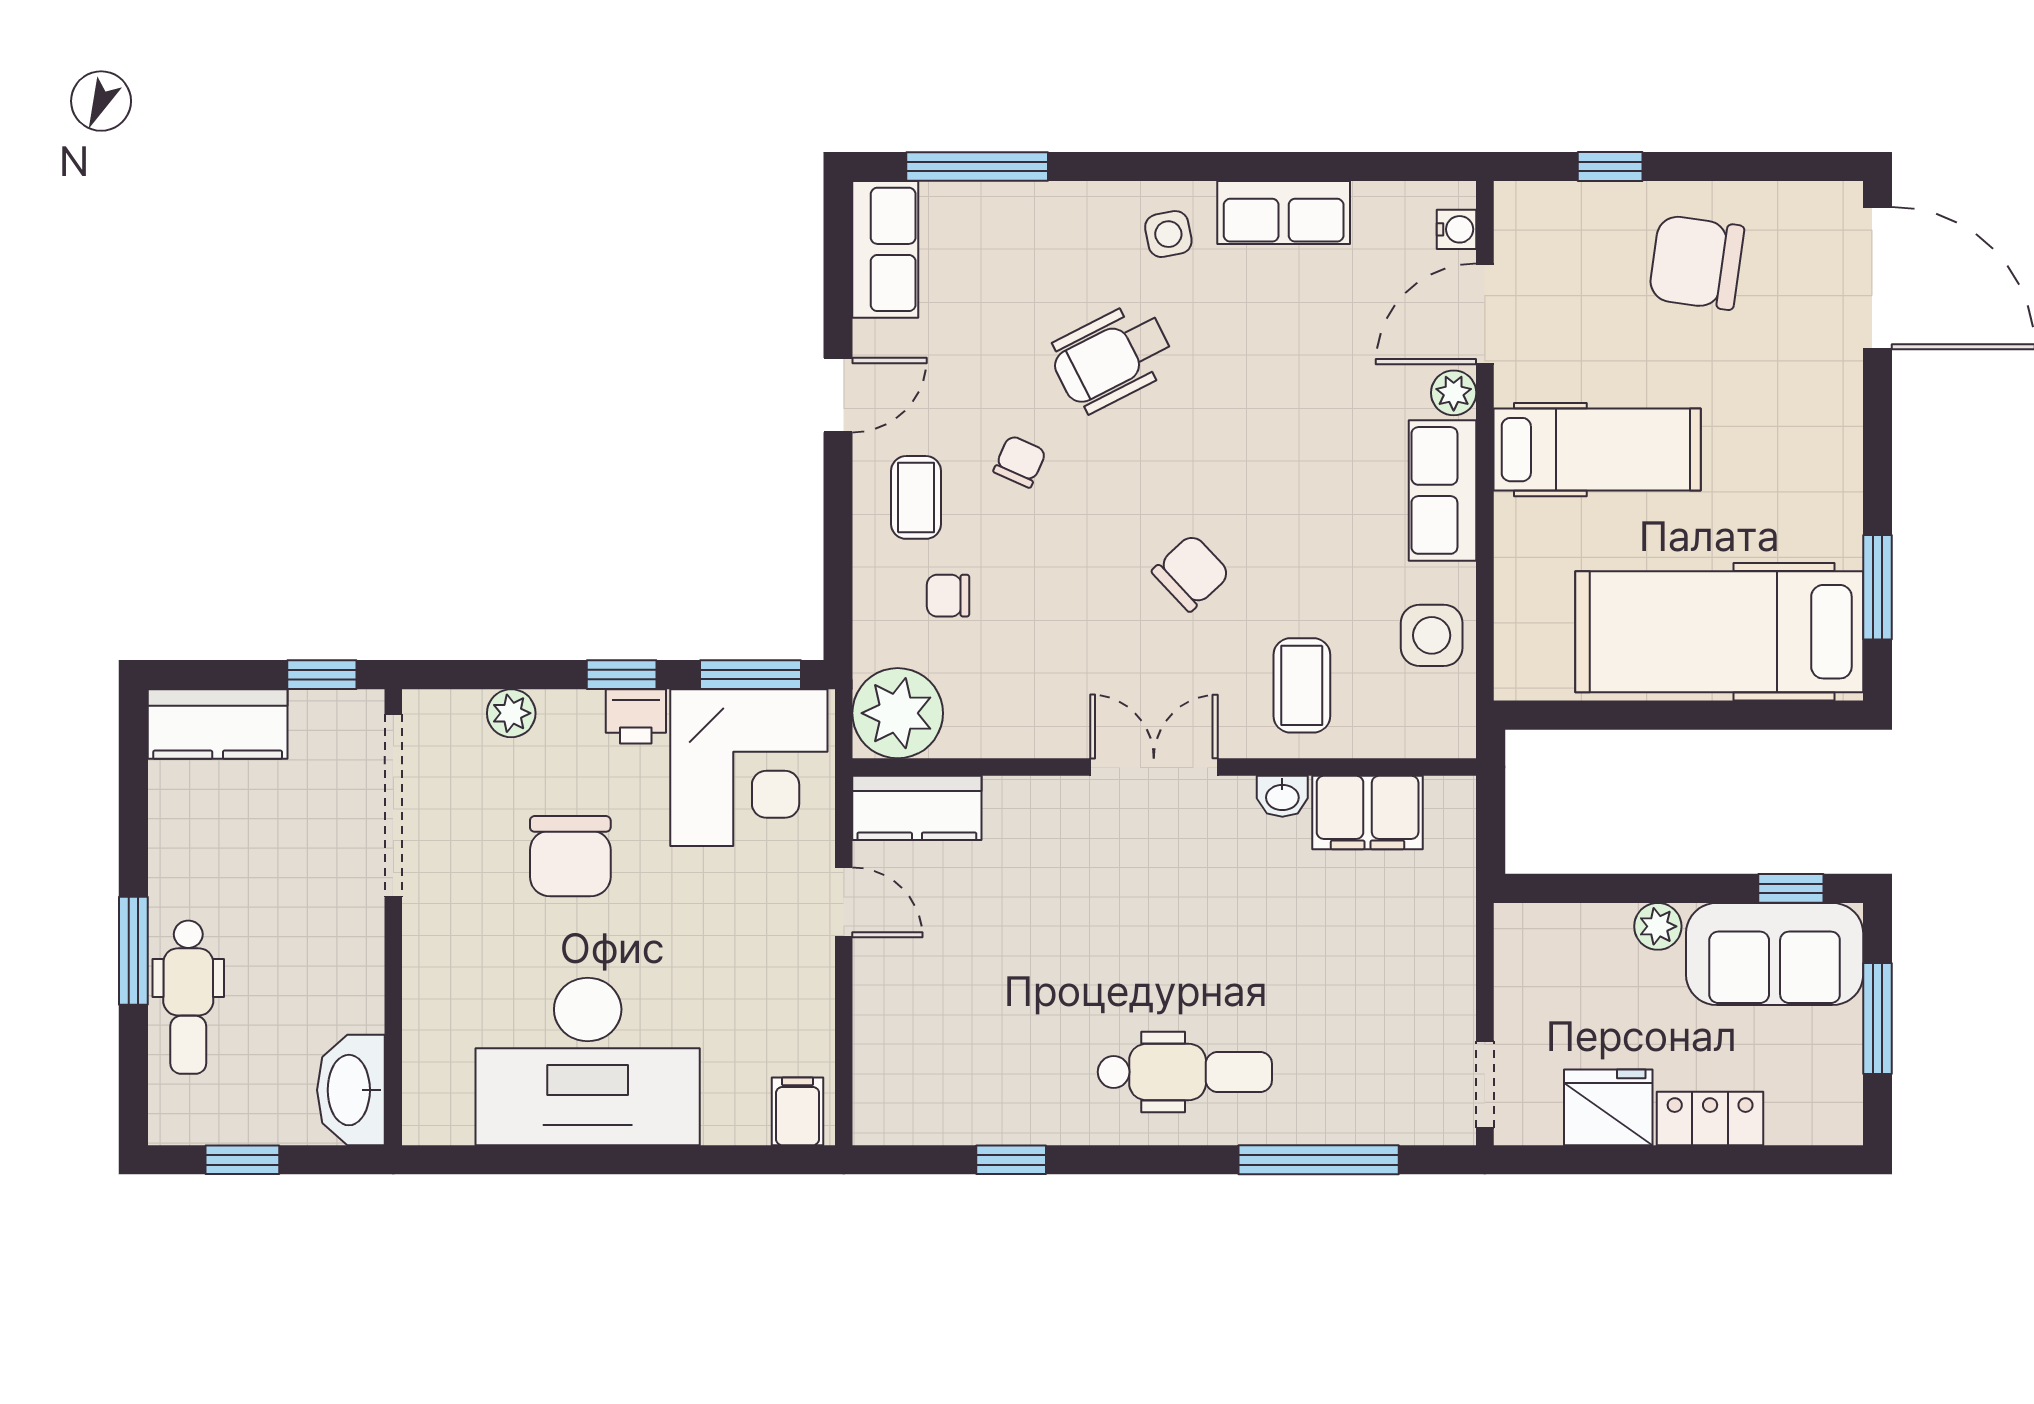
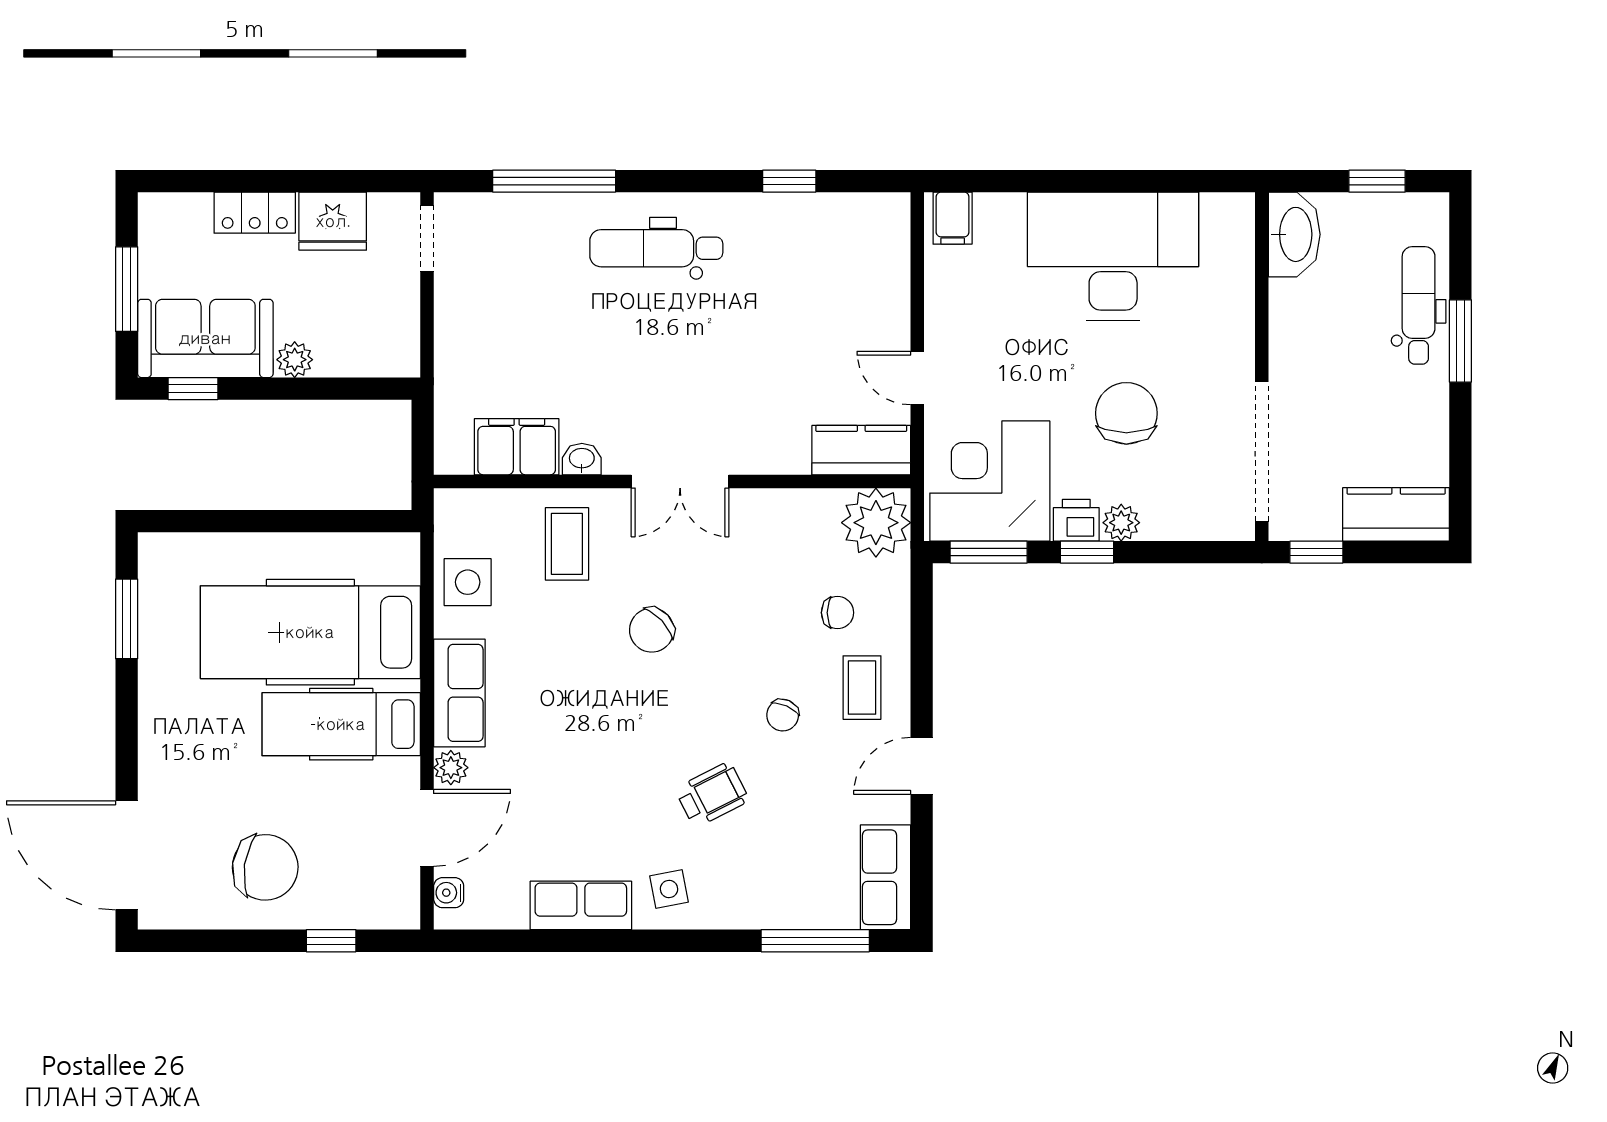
wheelchair: (1112, 358) -> (712, 795), width x0.73, depth x0.73
hospital bed: (1719, 632) -> (310, 632), moved, turned 180
plant: (511, 713) -> (1121, 523), moved

